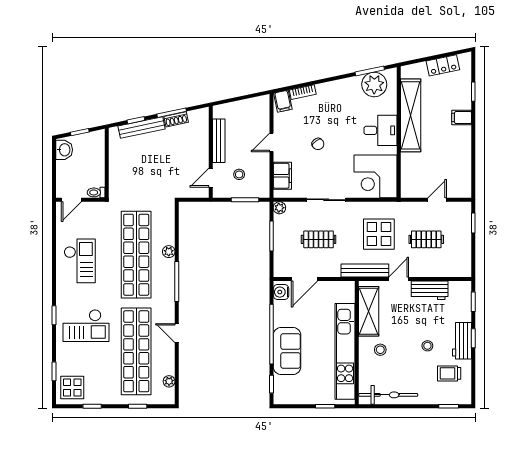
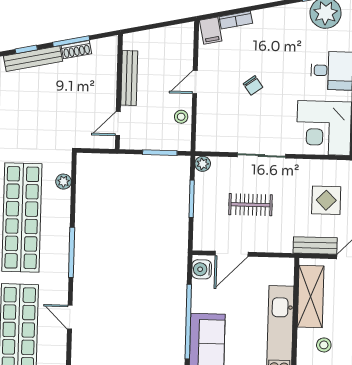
stool: (239, 174) -> (181, 117), moved
filing cabinet: (282, 176) -> (207, 124), removed
display table: (379, 234) -> (326, 200), width x0.73, depth x0.73
plant: (169, 252) -> (64, 182), moved
bench: (365, 270) -> (315, 245), width x0.73

